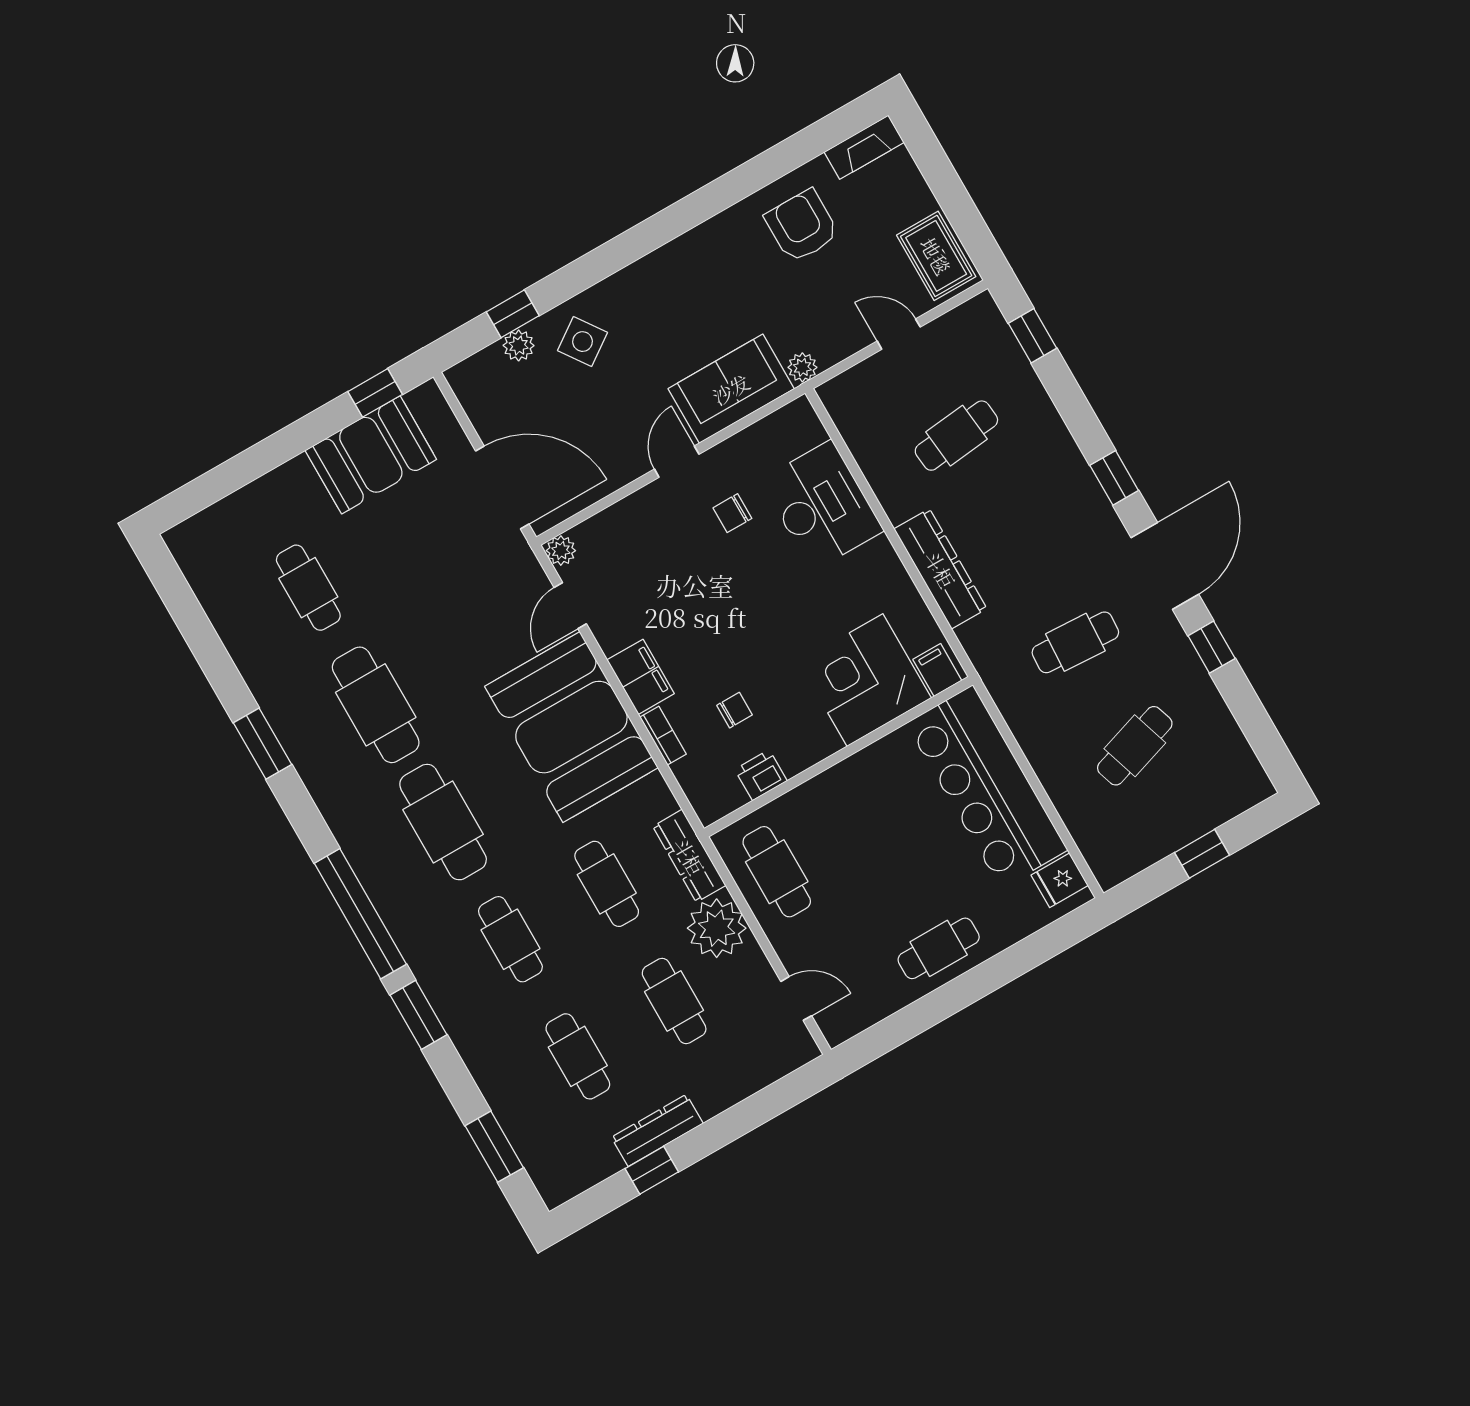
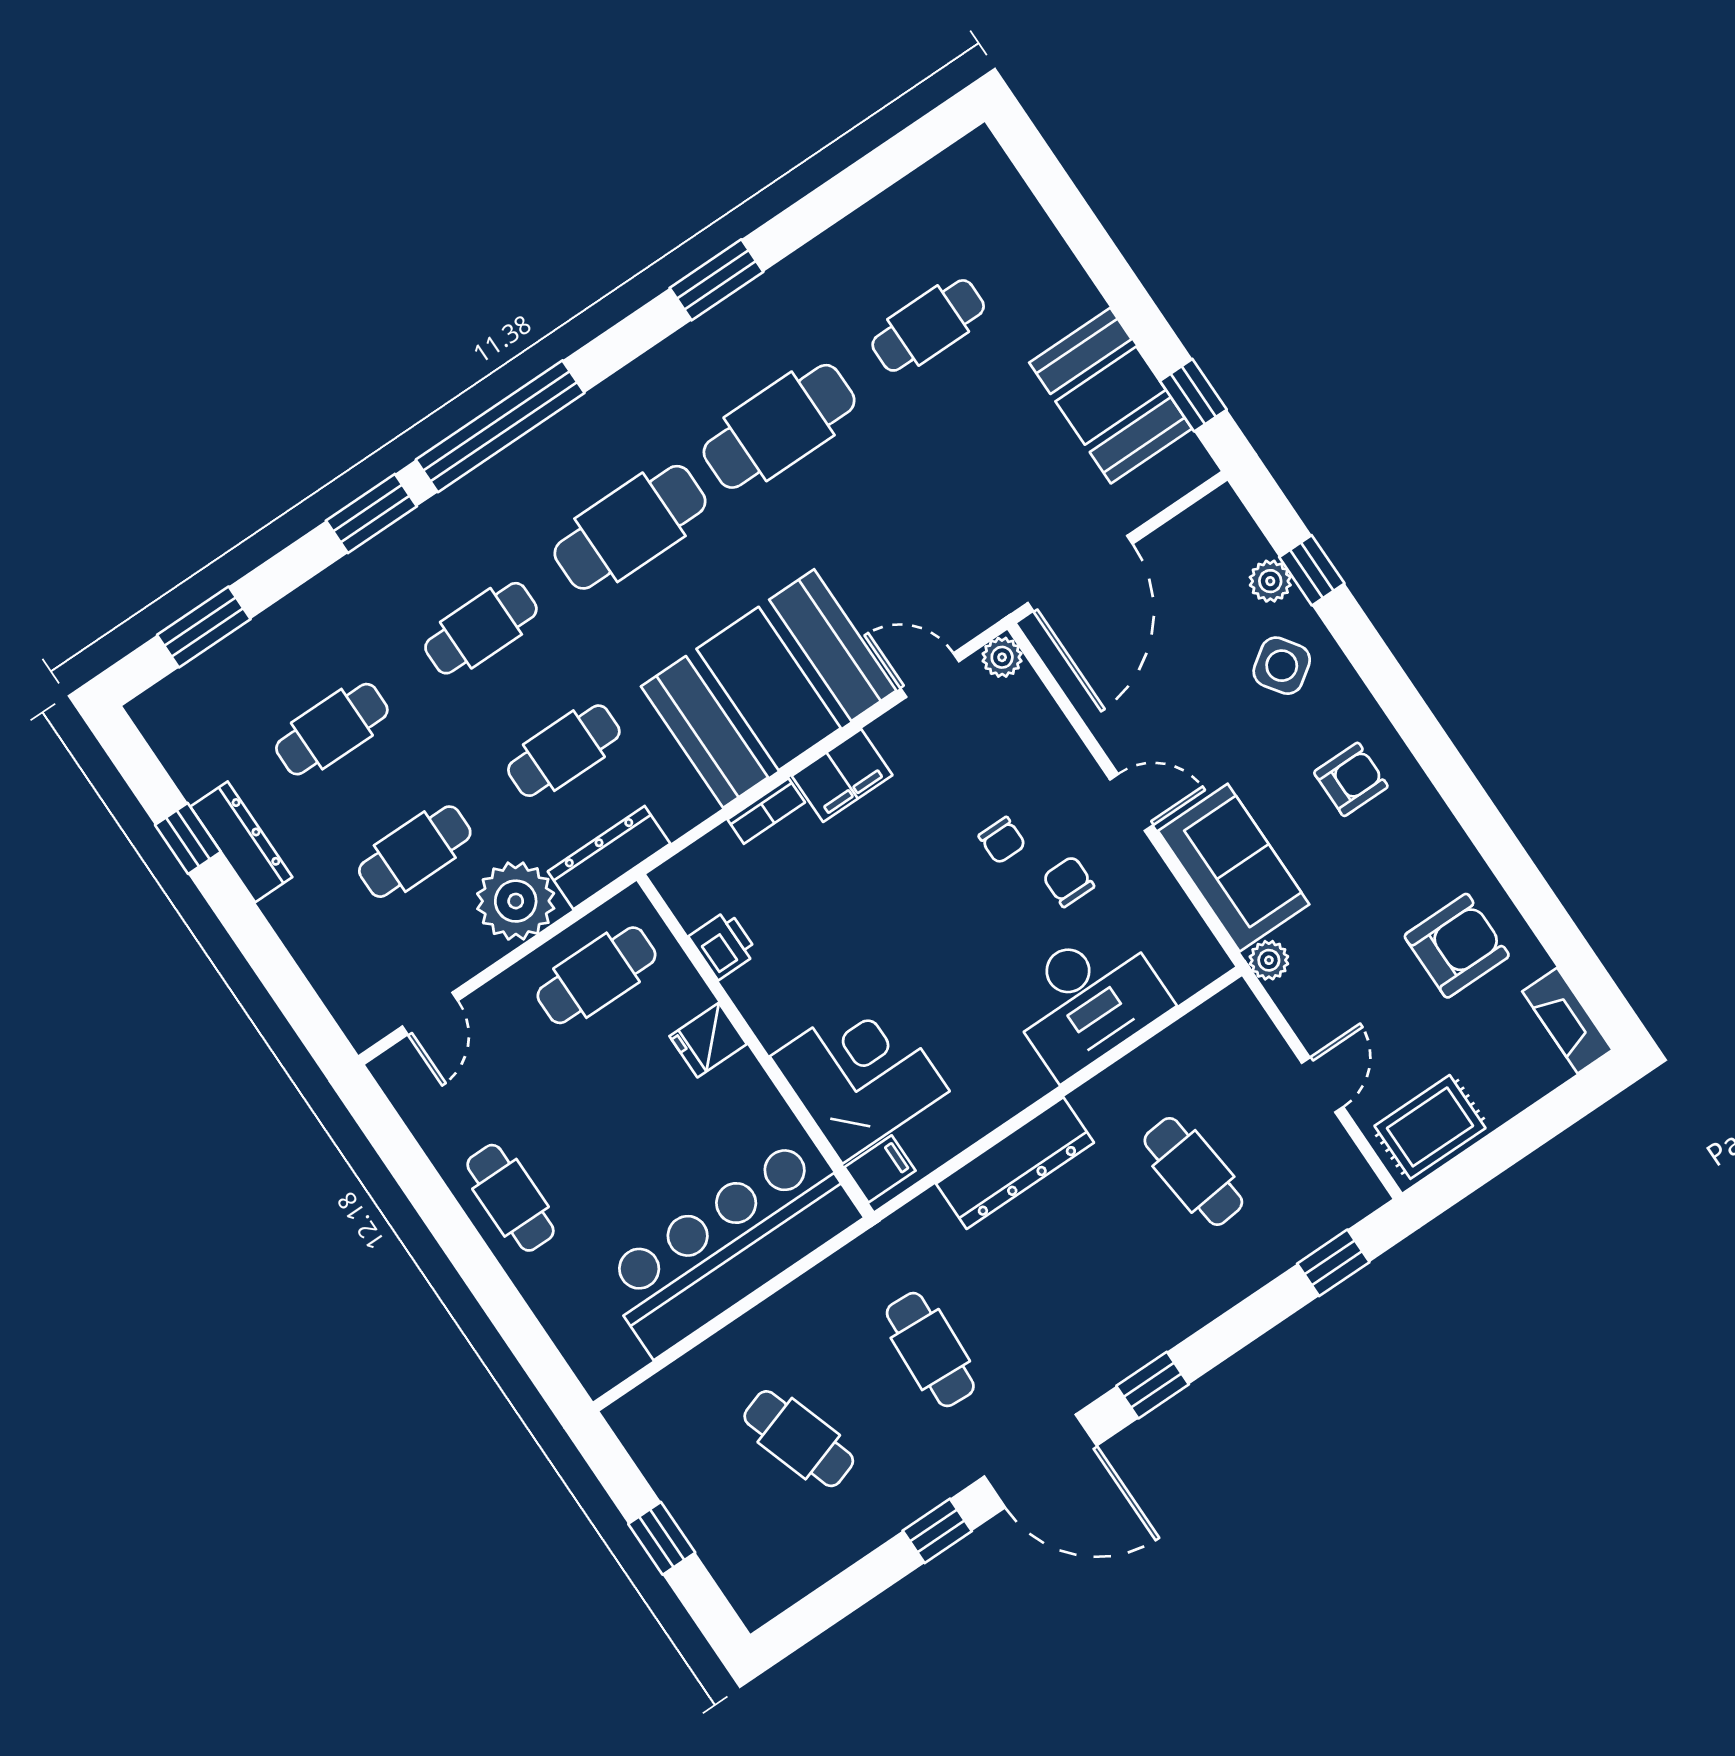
armchair: (671, 296) -> (1351, 779), added
chair: (735, 710) -> (1002, 840), moved
fridge: (1060, 880) -> (708, 1040), moved, turned -90

